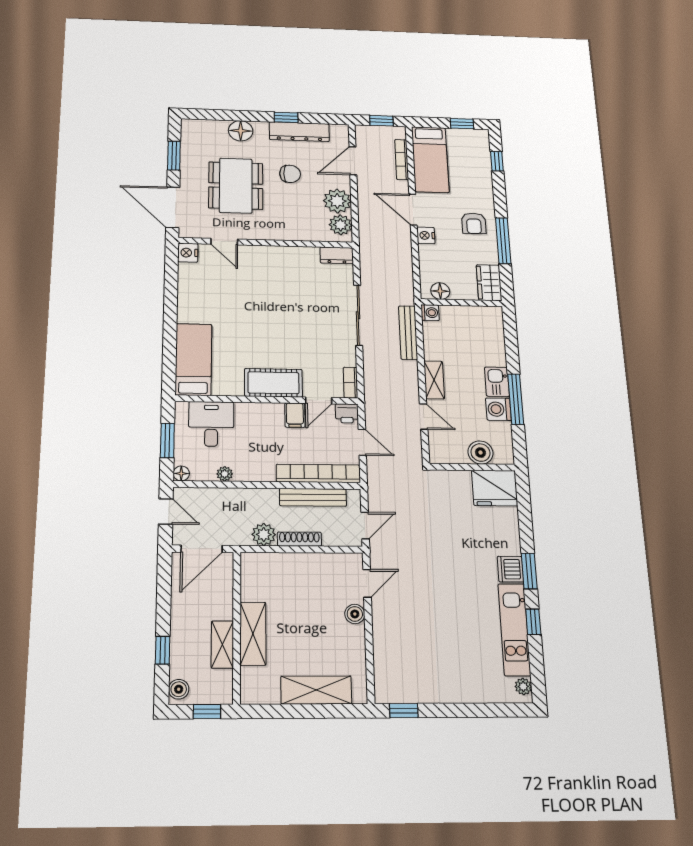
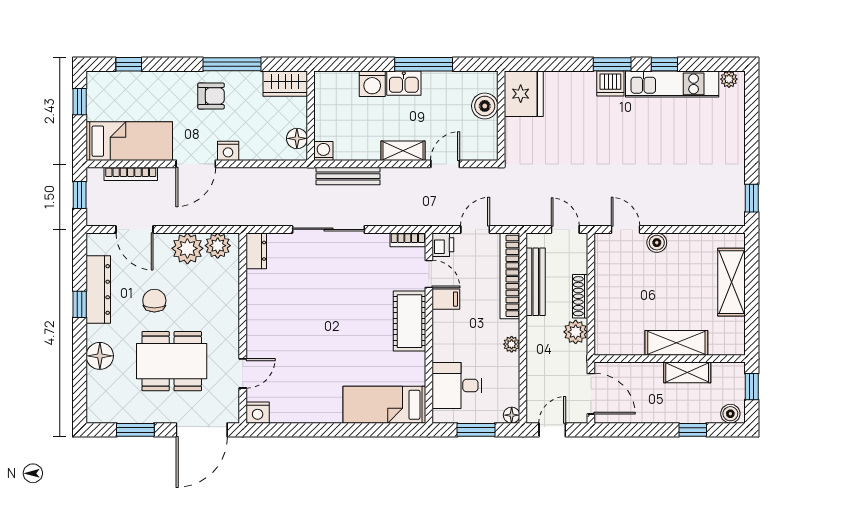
washing machine: (498, 409) -> (372, 84), moved
plant: (225, 474) -> (512, 344), moved

